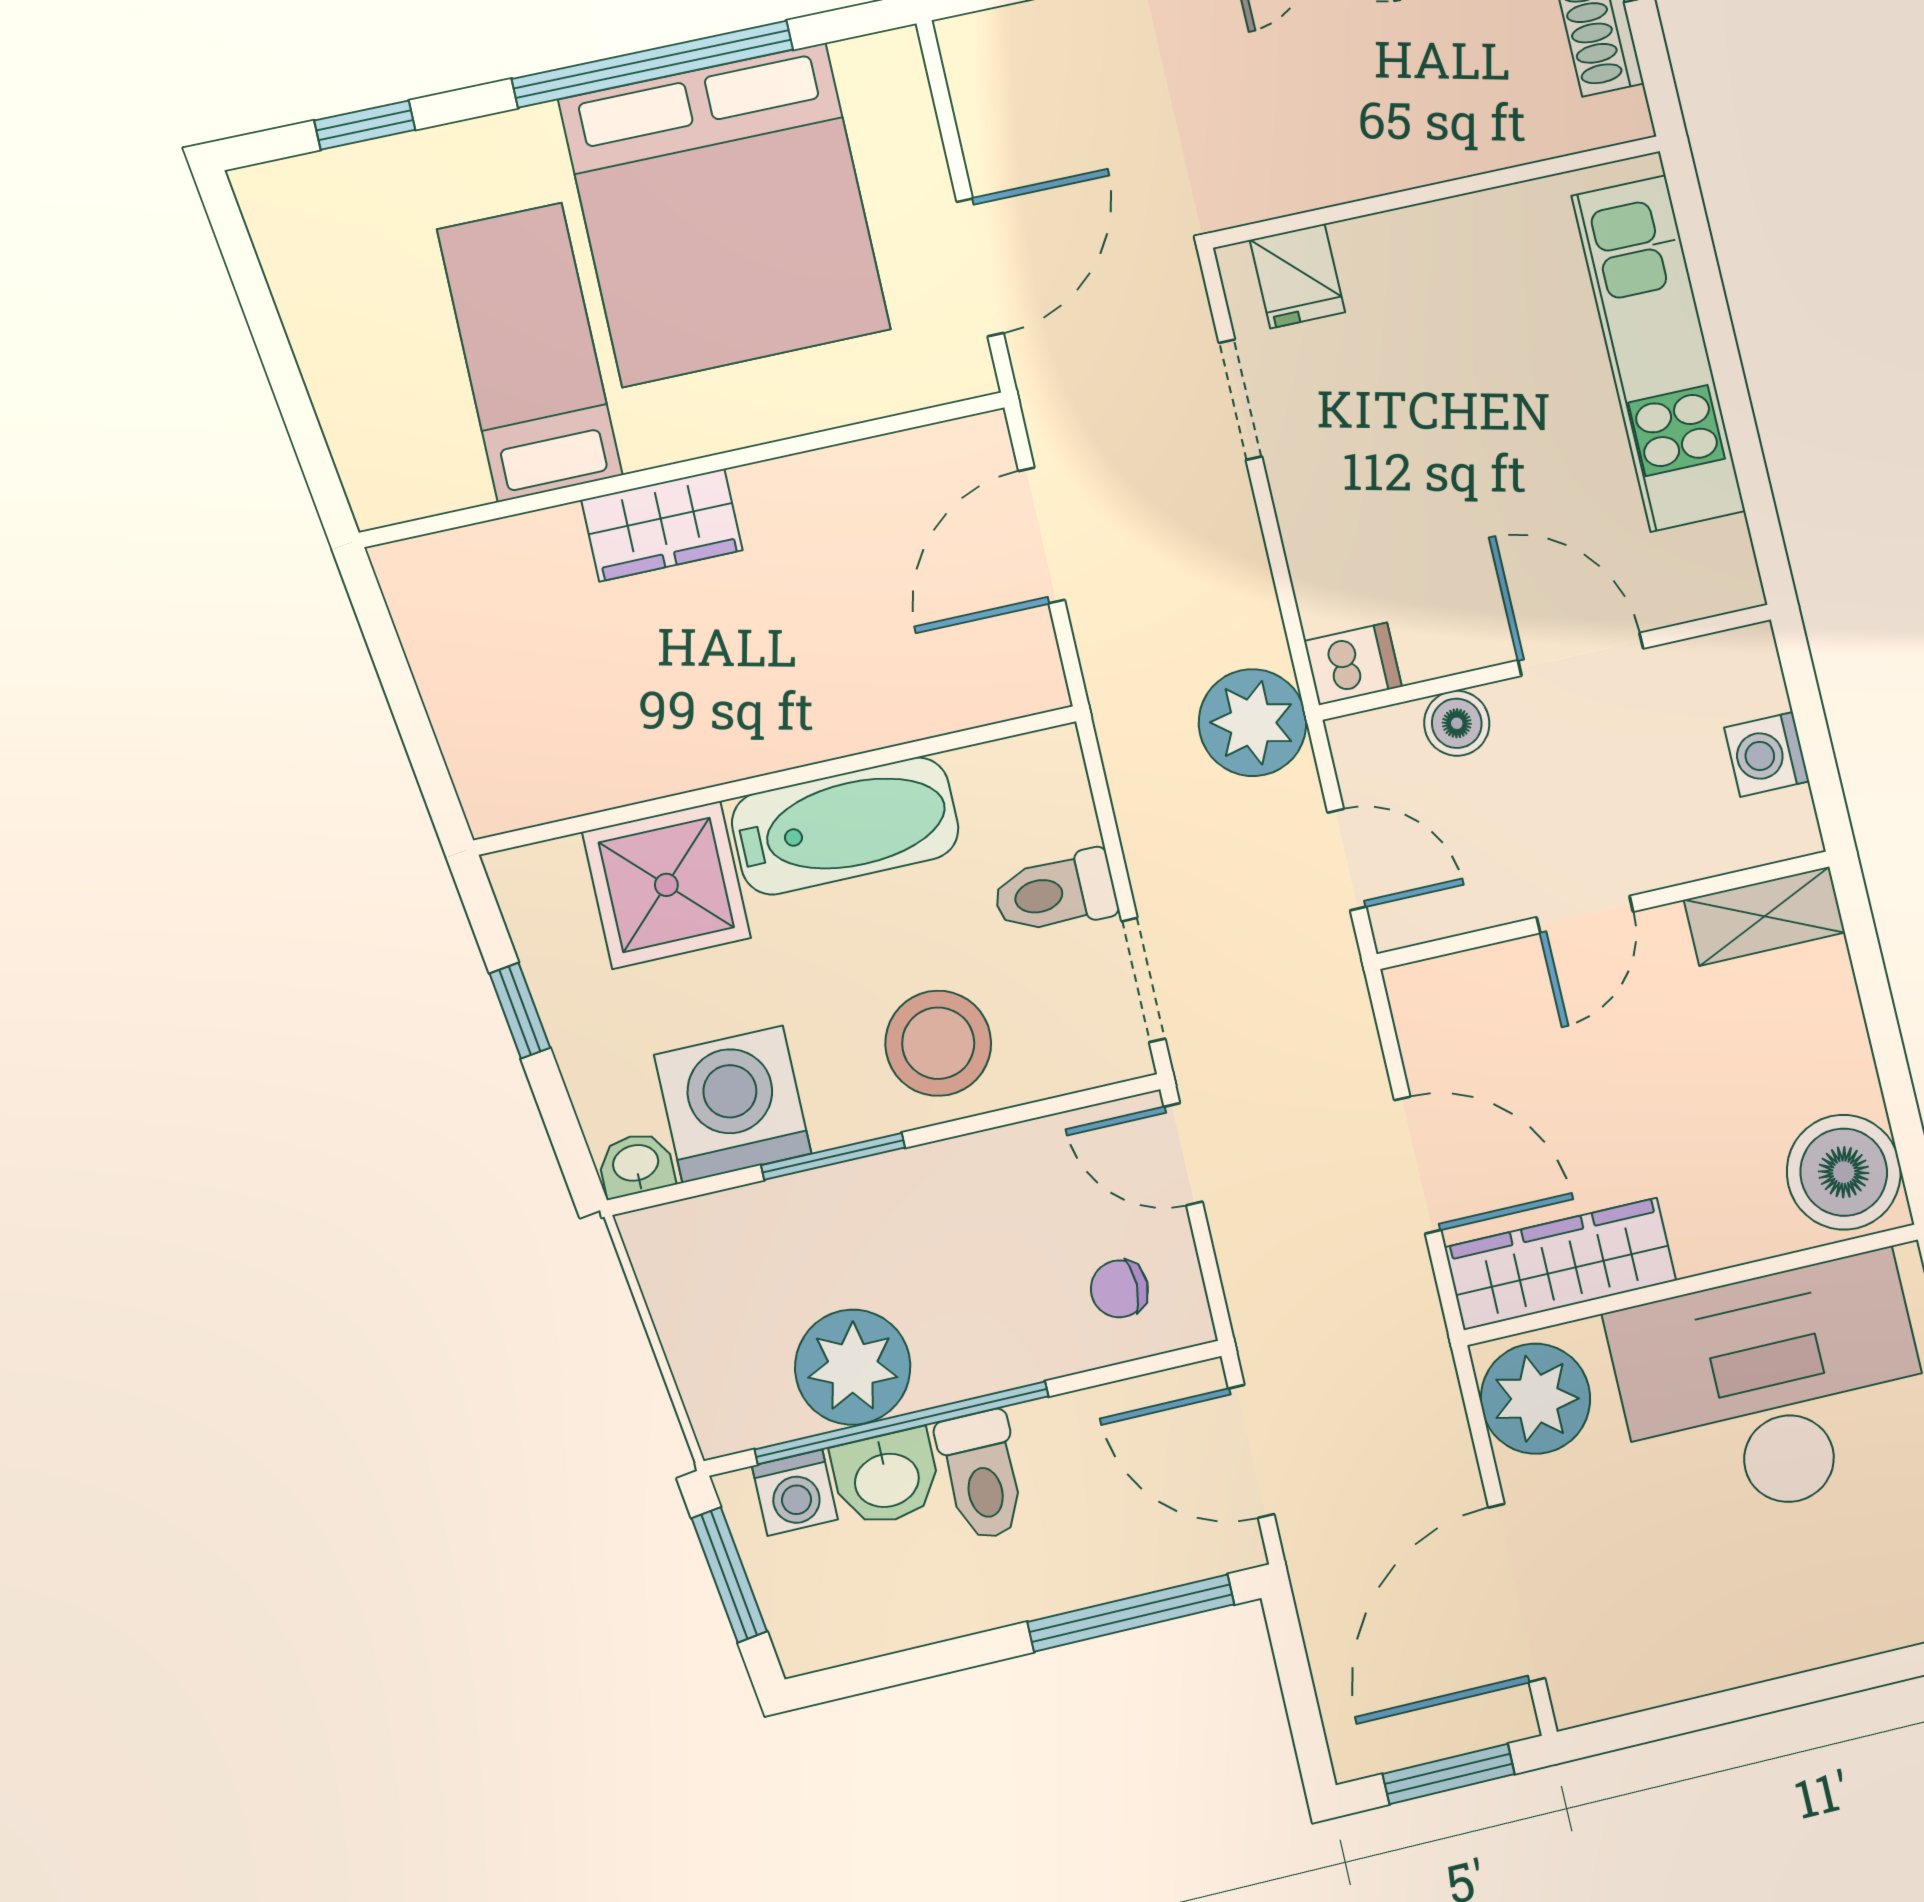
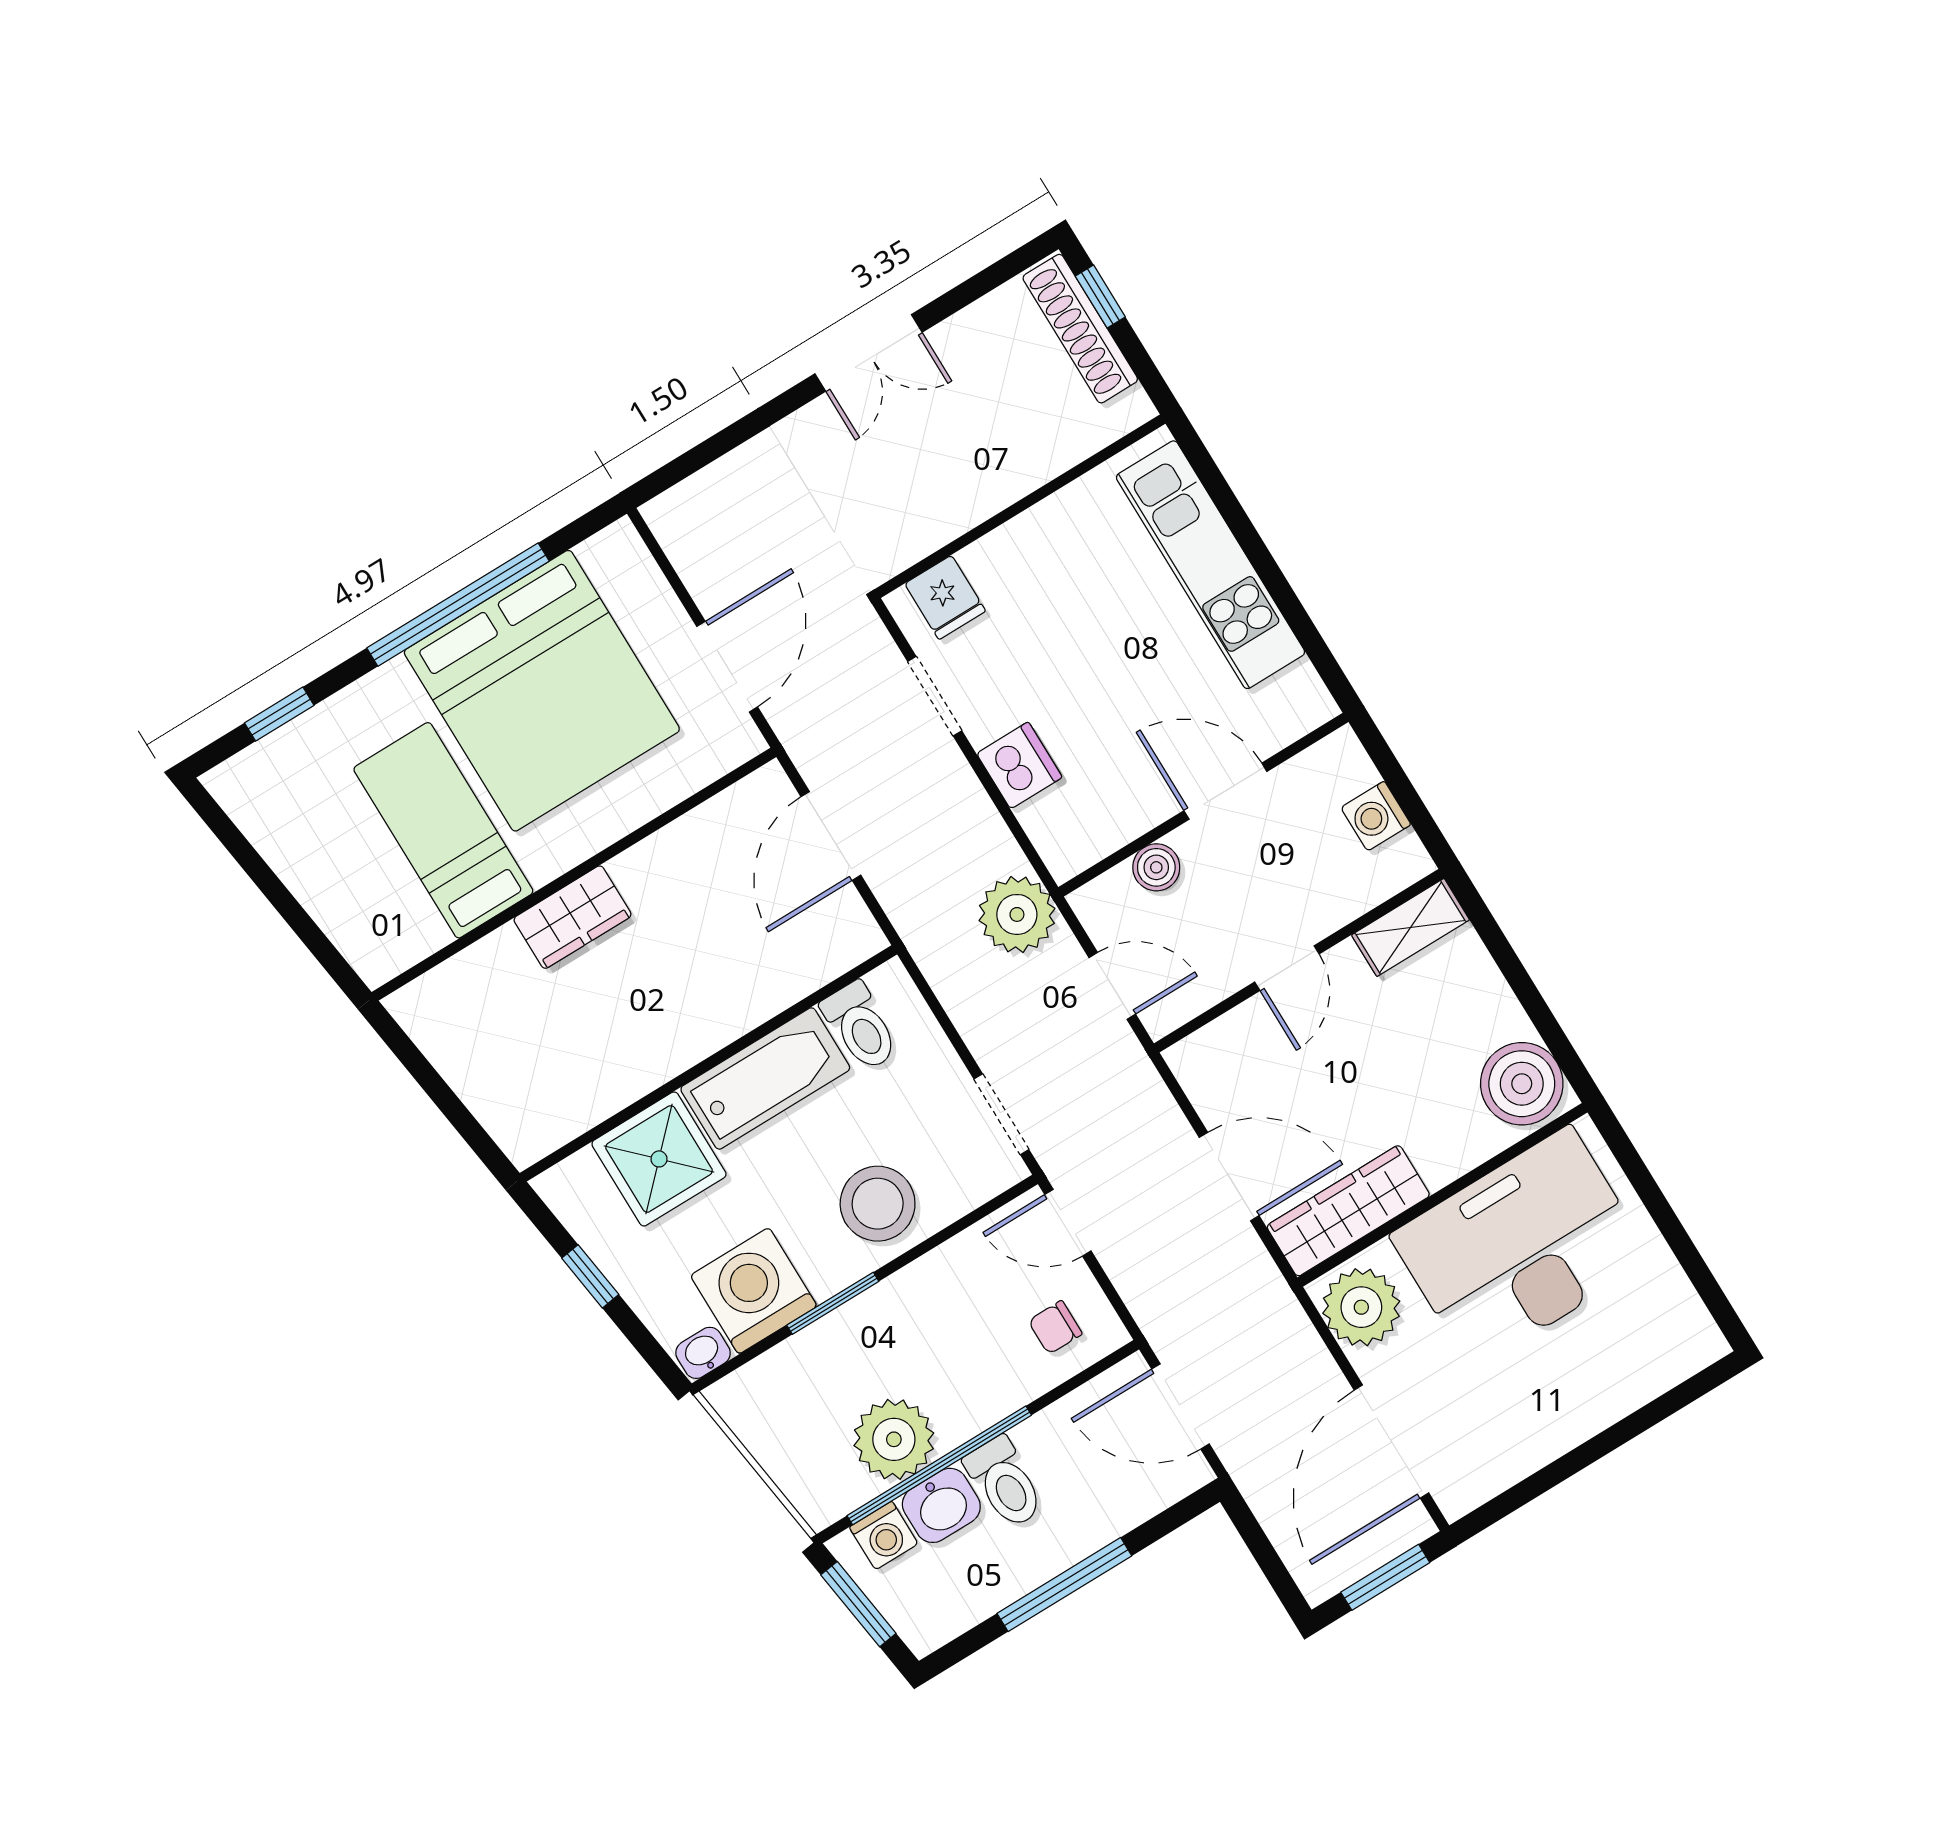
dishwasher: (1353, 664) -> (1019, 765), moved, width x1.38
toilet: (1055, 893) -> (860, 1026), moved, turned -90
window: (1131, 1613) -> (1064, 1585), moved

